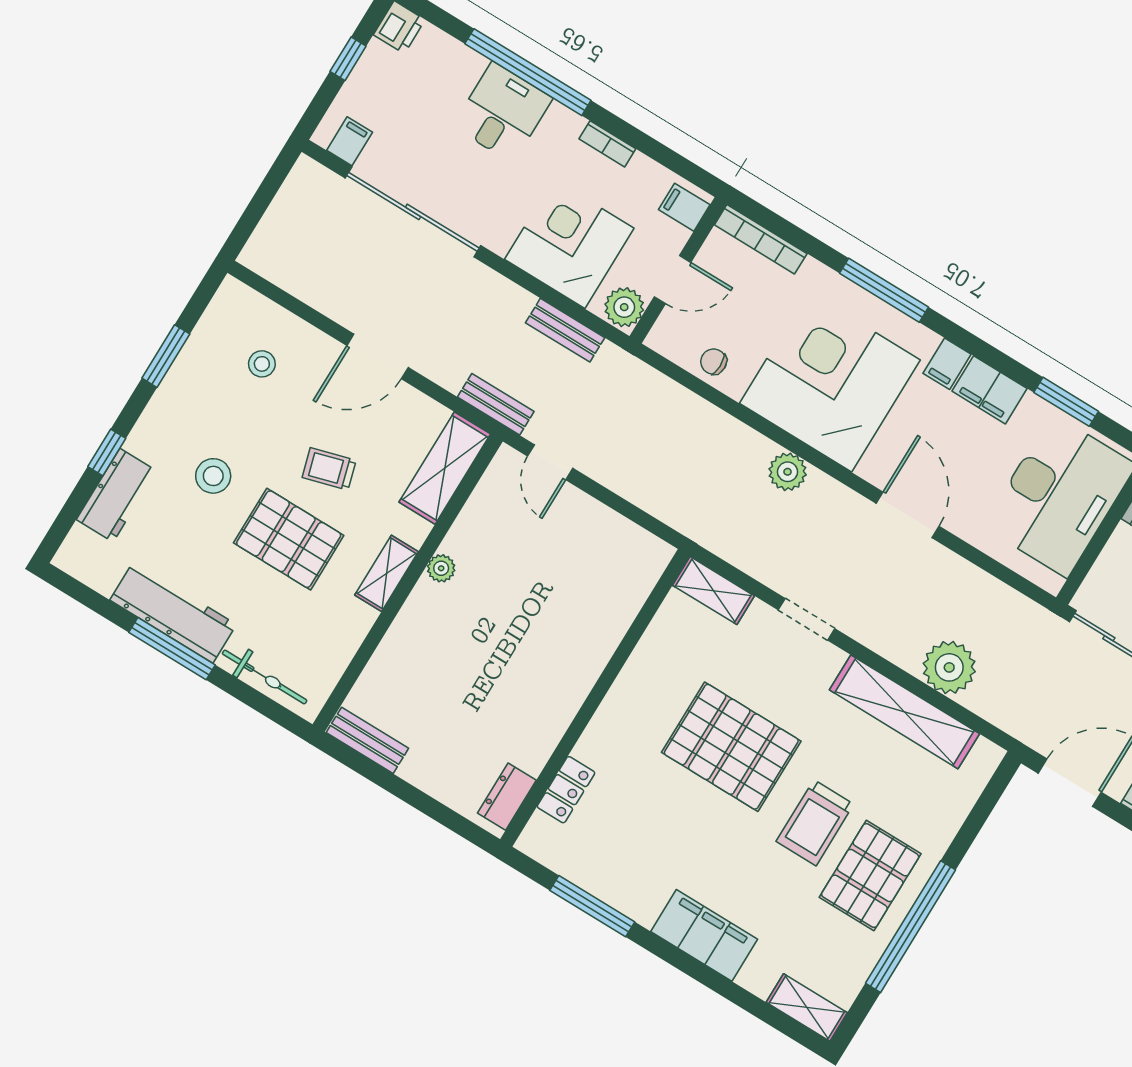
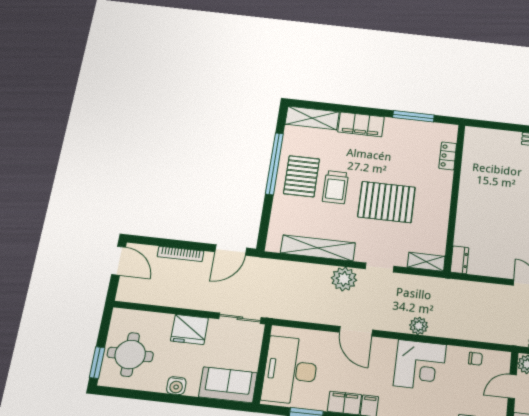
corner desk: (830, 382) -> (420, 365), width x0.74, depth x0.74
plant: (949, 667) -> (344, 279), moved
dresser: (507, 797) -> (460, 260), moved
trolley: (815, 823) -> (335, 187), turned 180
shelving: (807, 1008) -> (312, 118), width x1.50, depth x1.33

